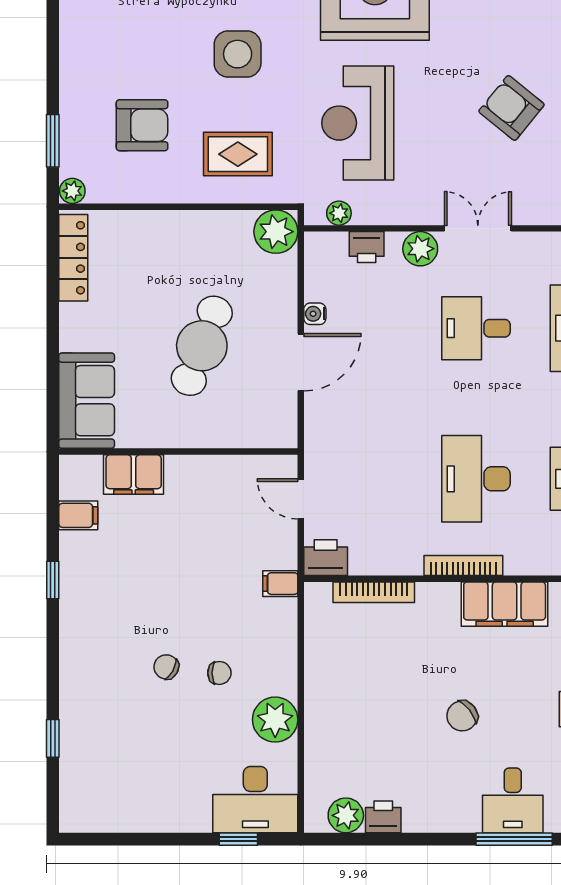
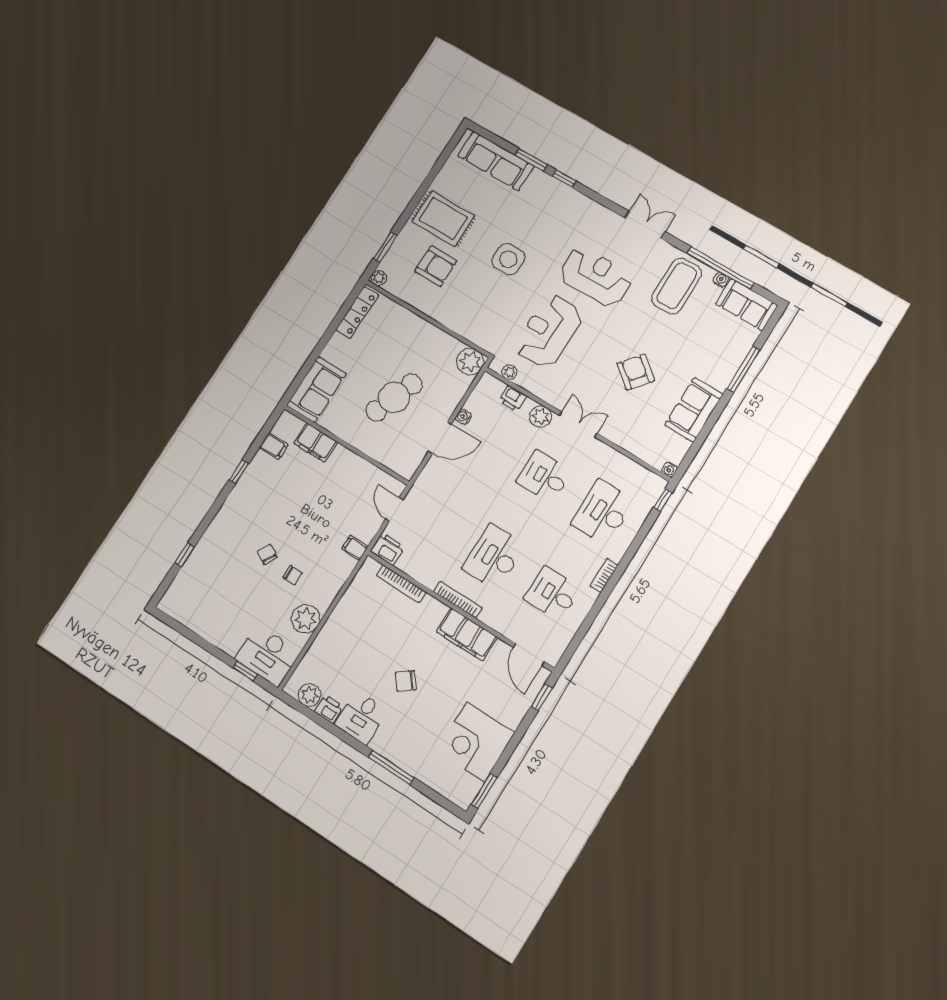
rug: (238, 154) -> (443, 219), moved, width x1.36, depth x1.43
desk: (513, 800) -> (361, 717), moved

